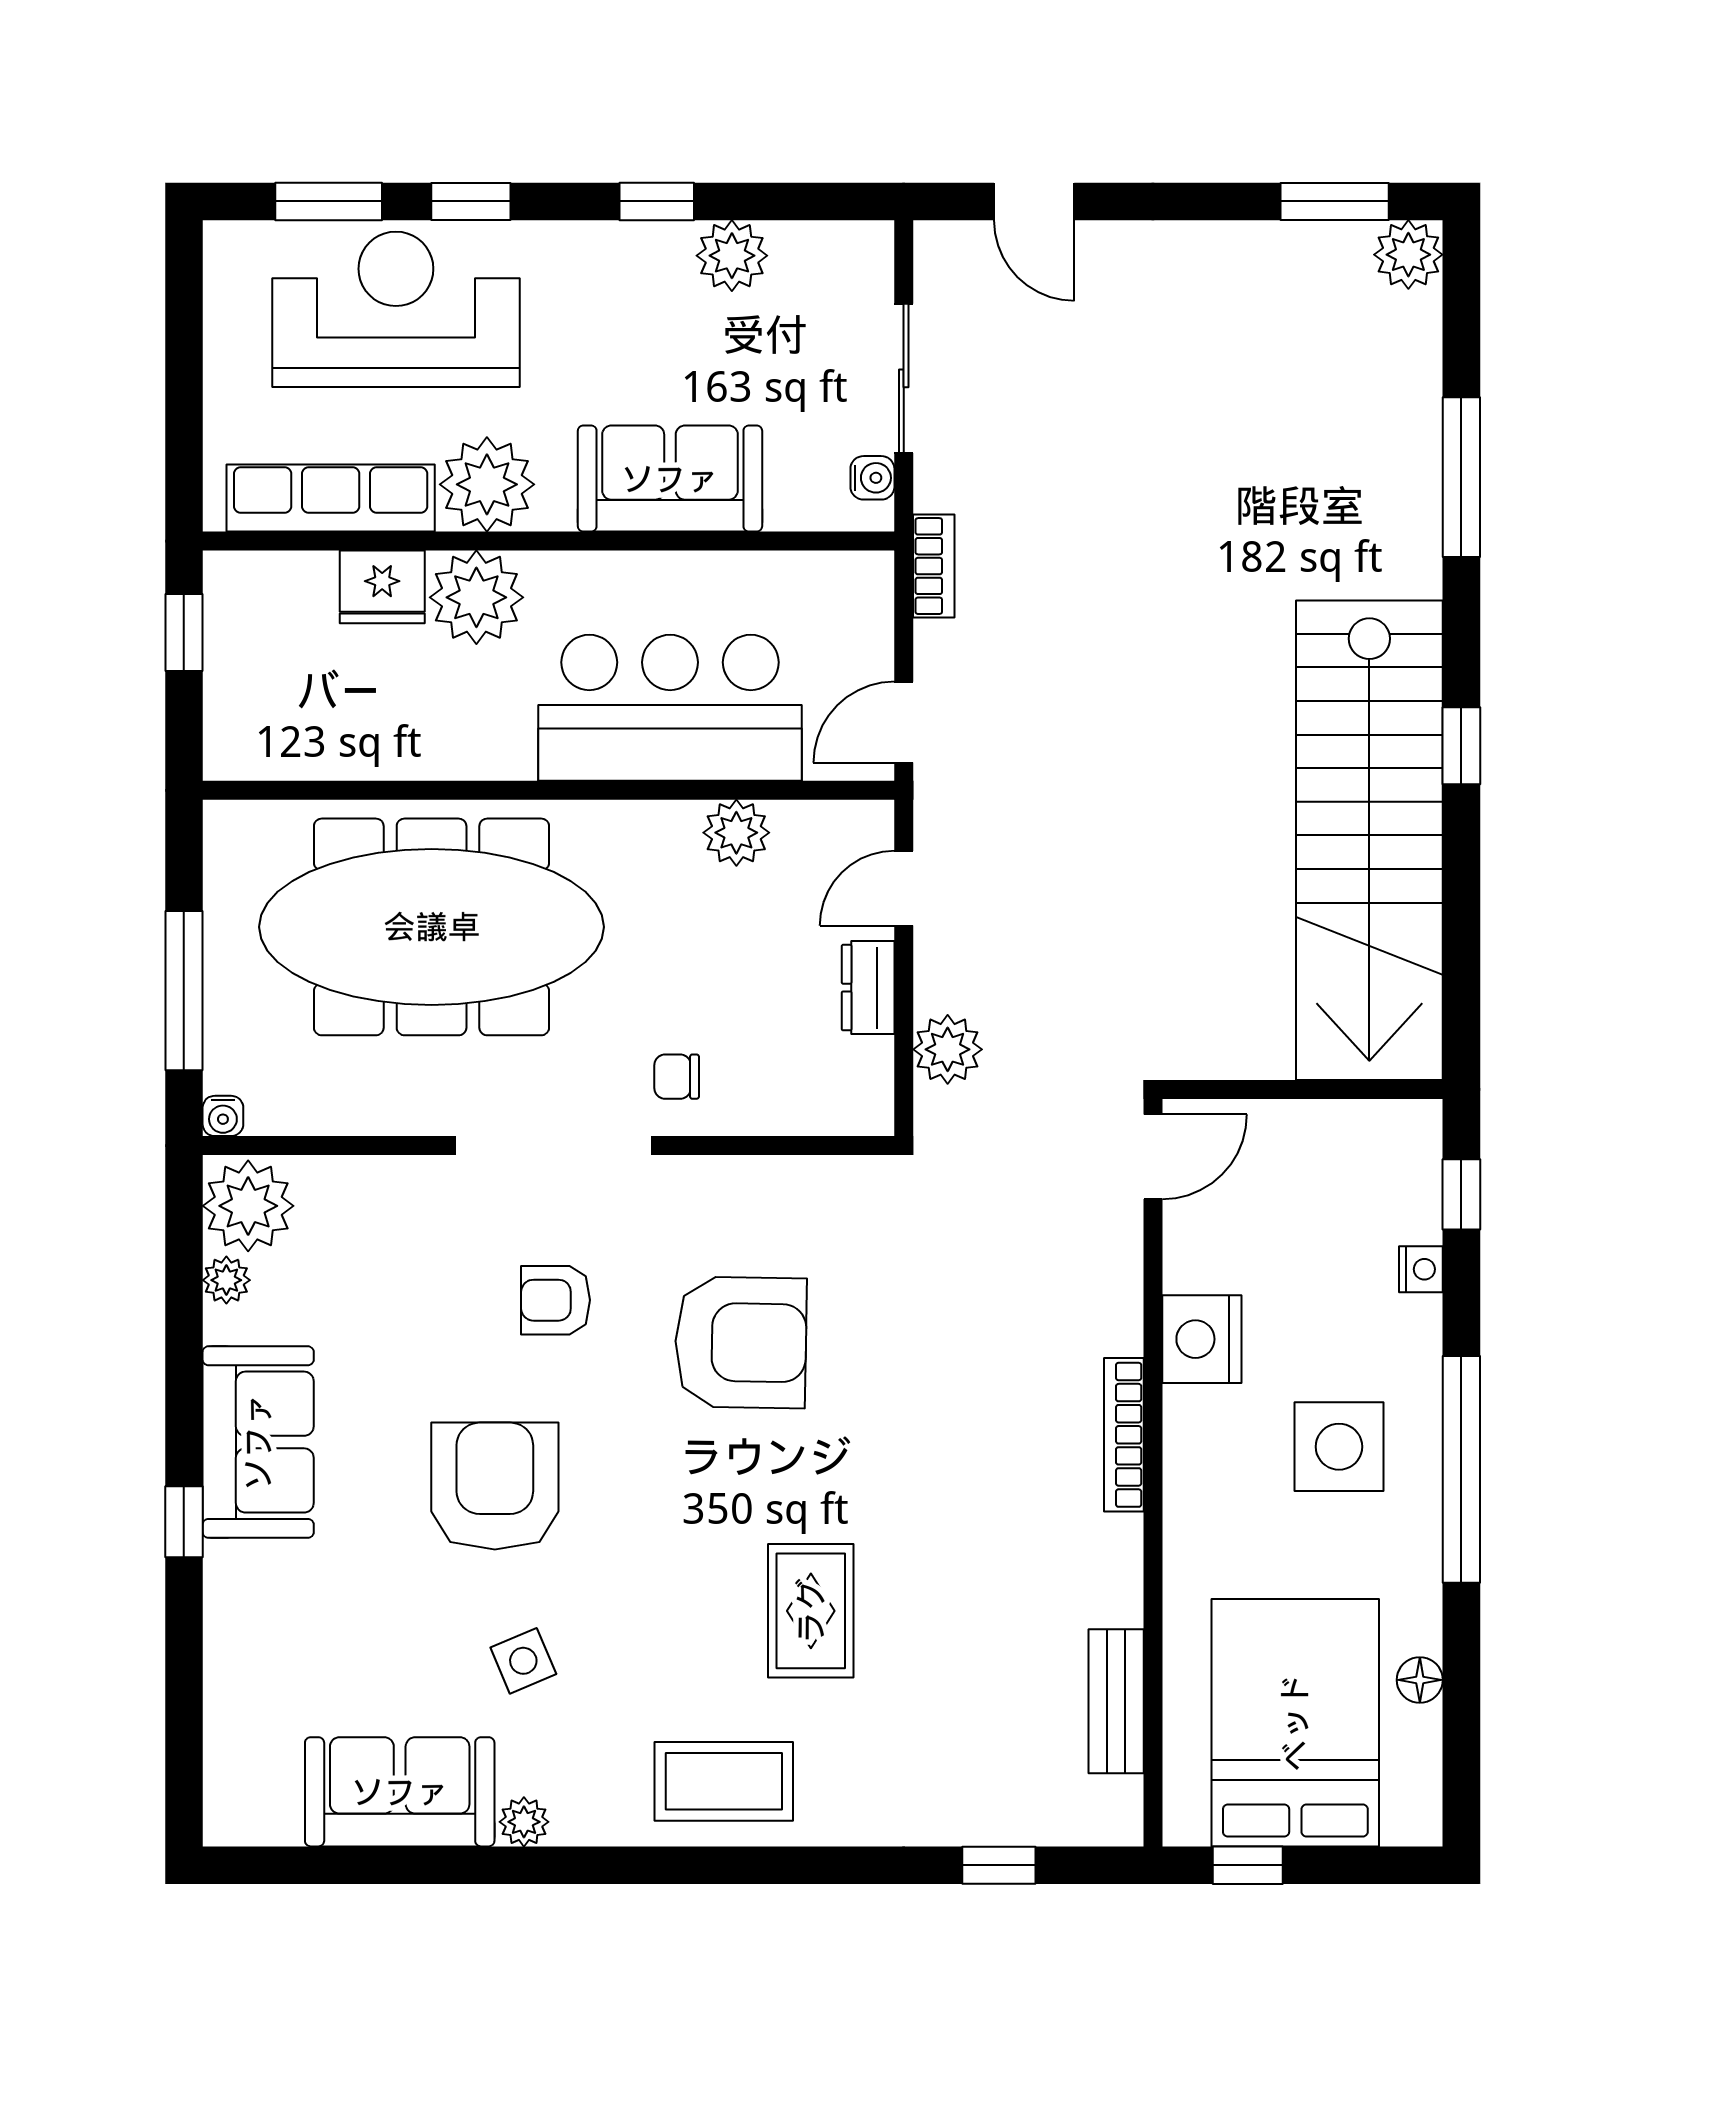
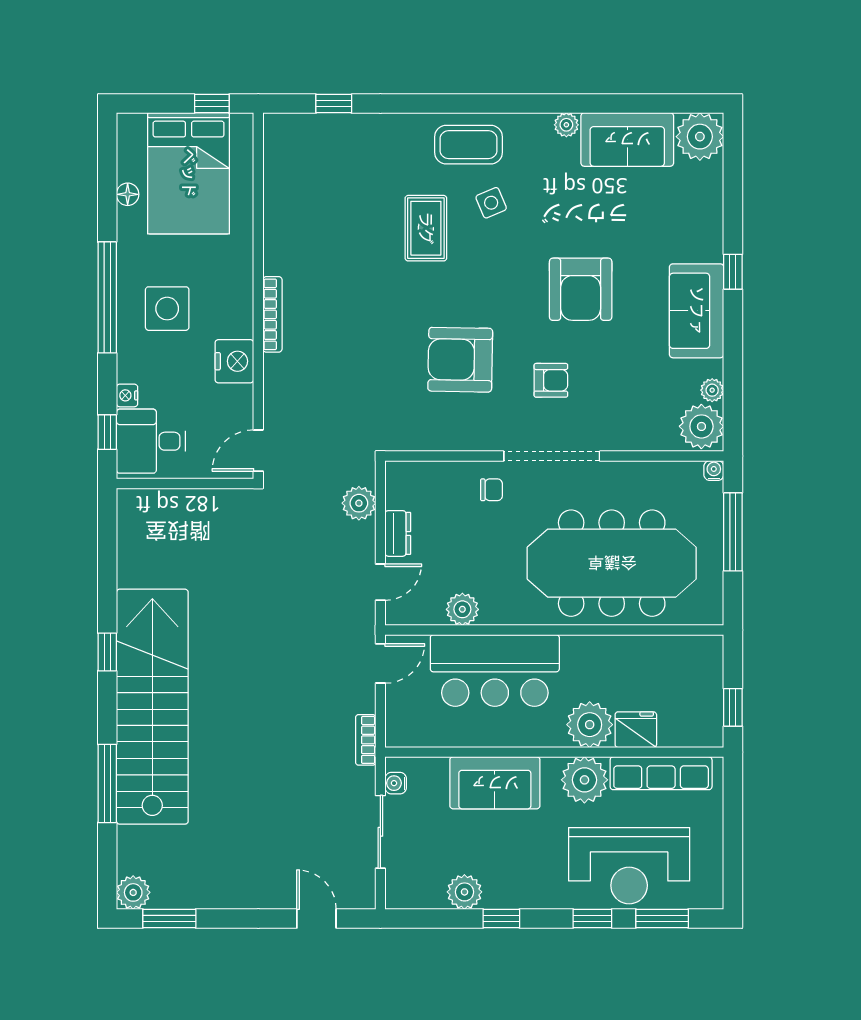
stairs: (1369, 840) -> (152, 707), moved
desk: (1372, 1176) -> (151, 441), added
side table: (523, 1661) -> (491, 203), moved
bench: (1116, 1701) -> (276, 184), removed
plant: (251, 1798) -> (700, 137), added

